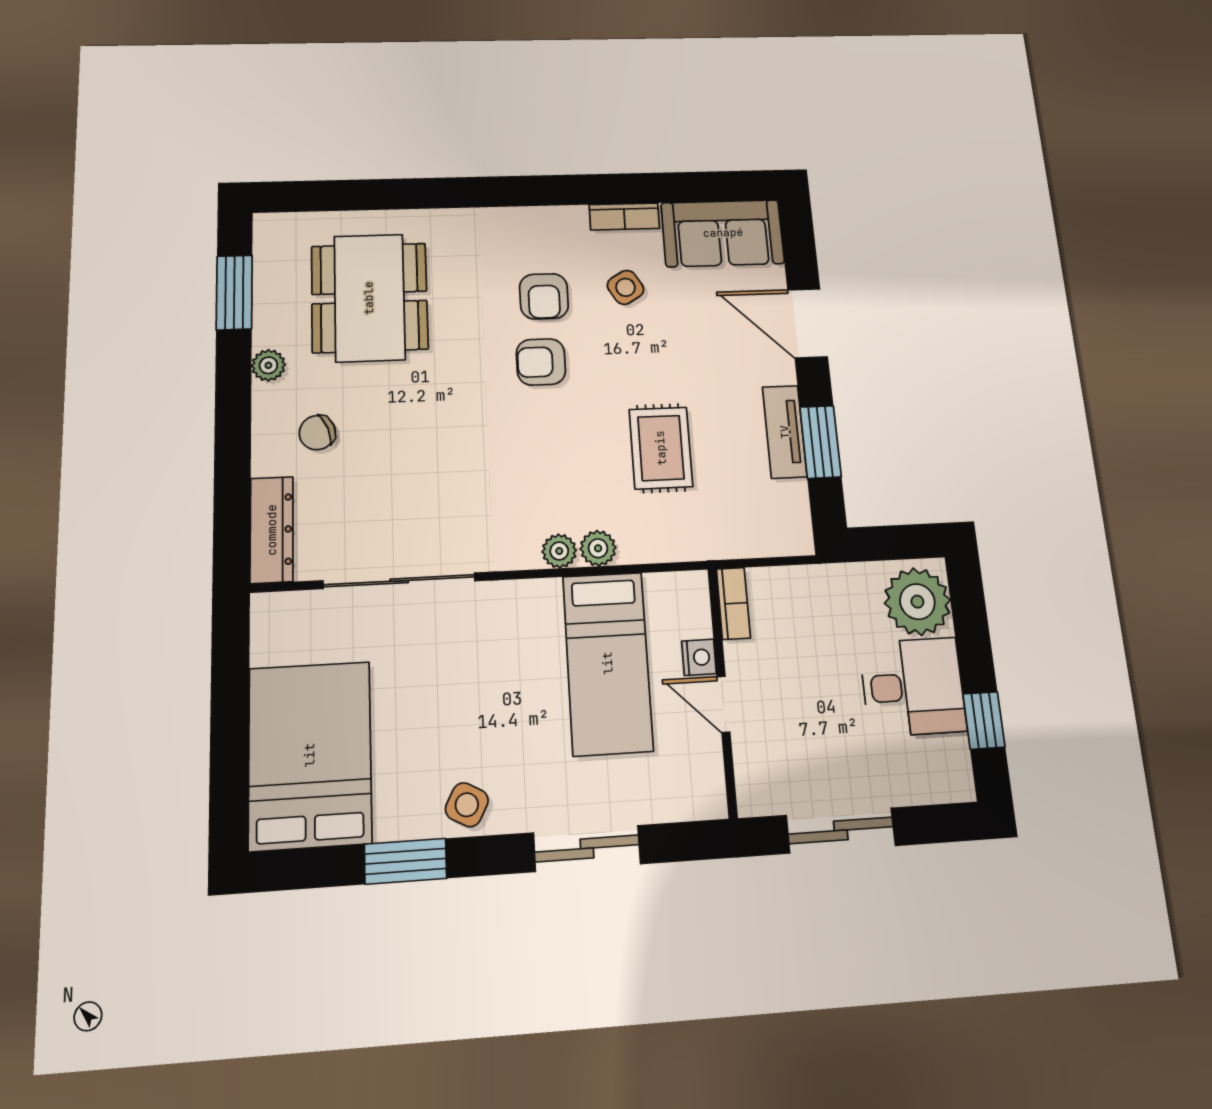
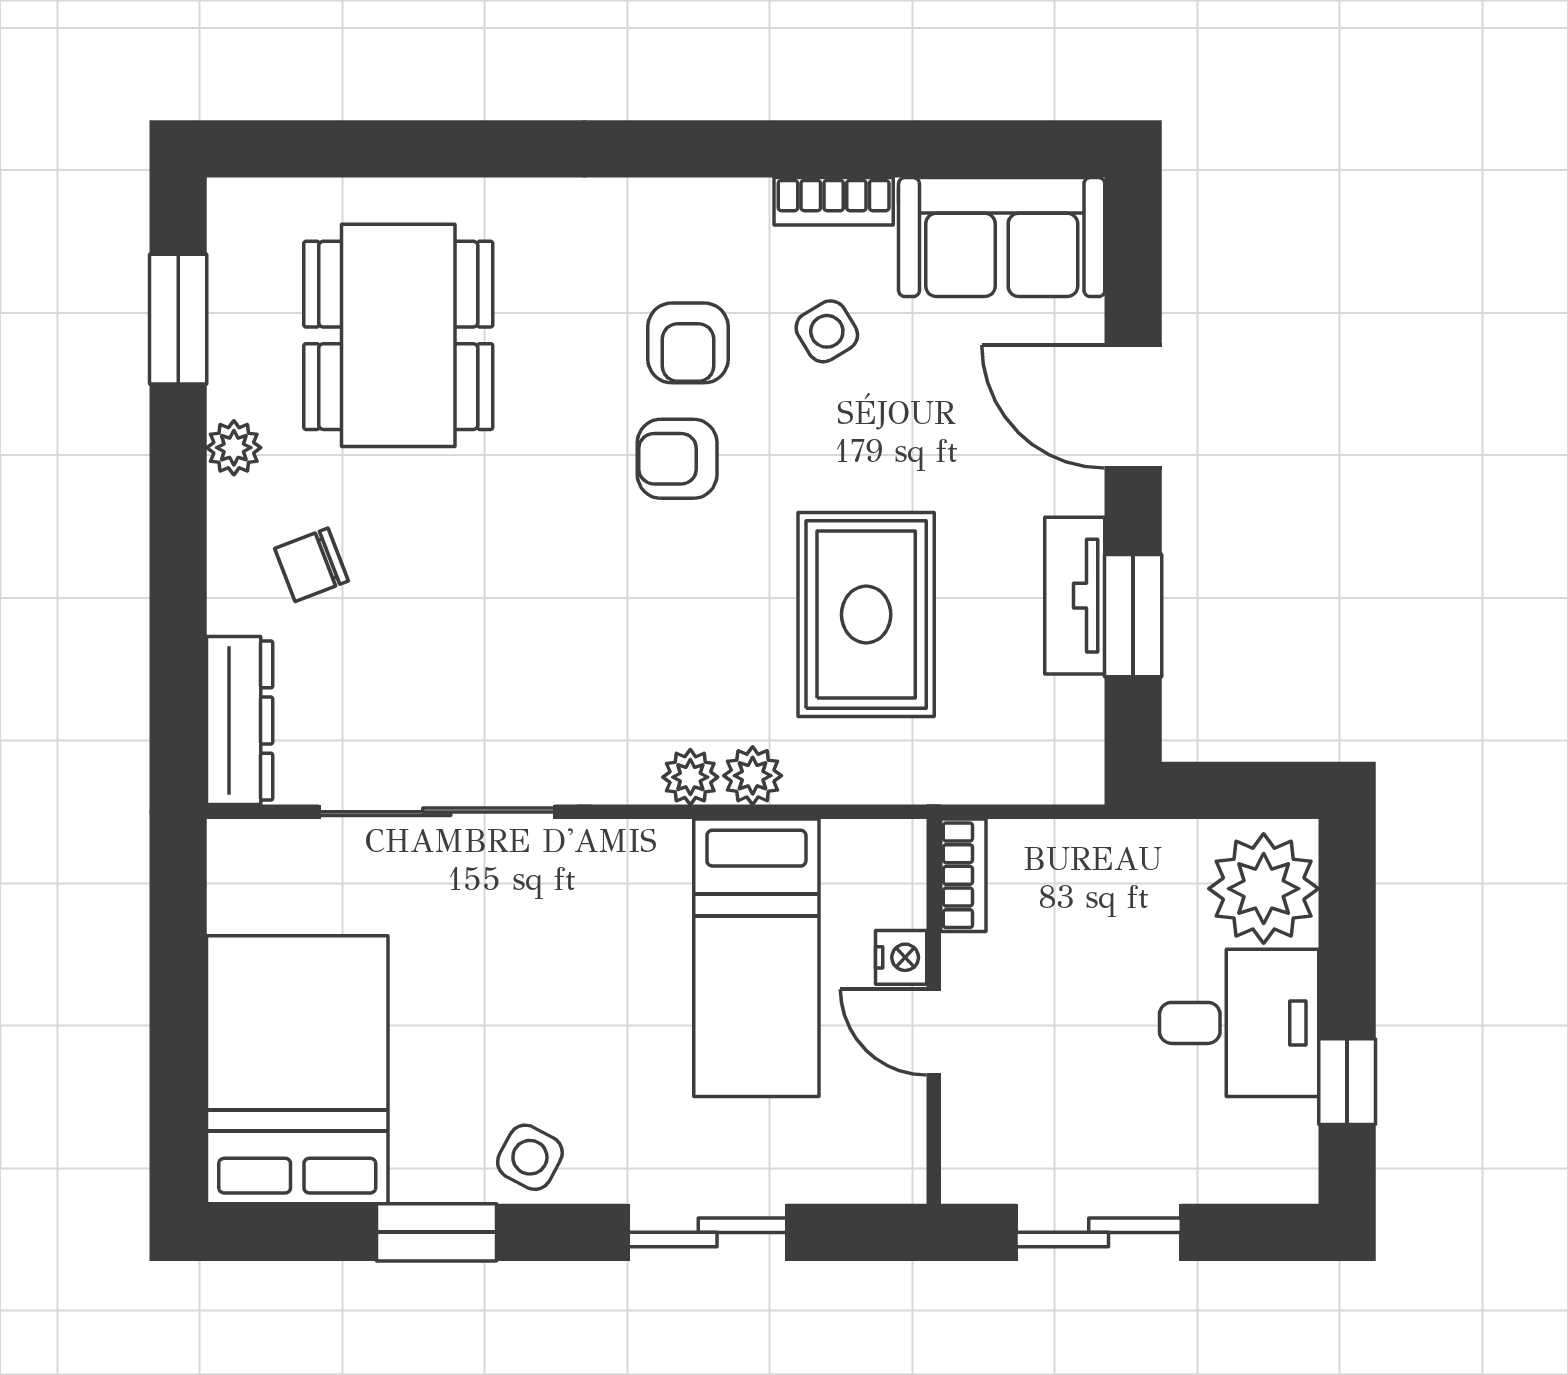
rug: (661, 448) -> (866, 615), width x1.36, depth x1.43

